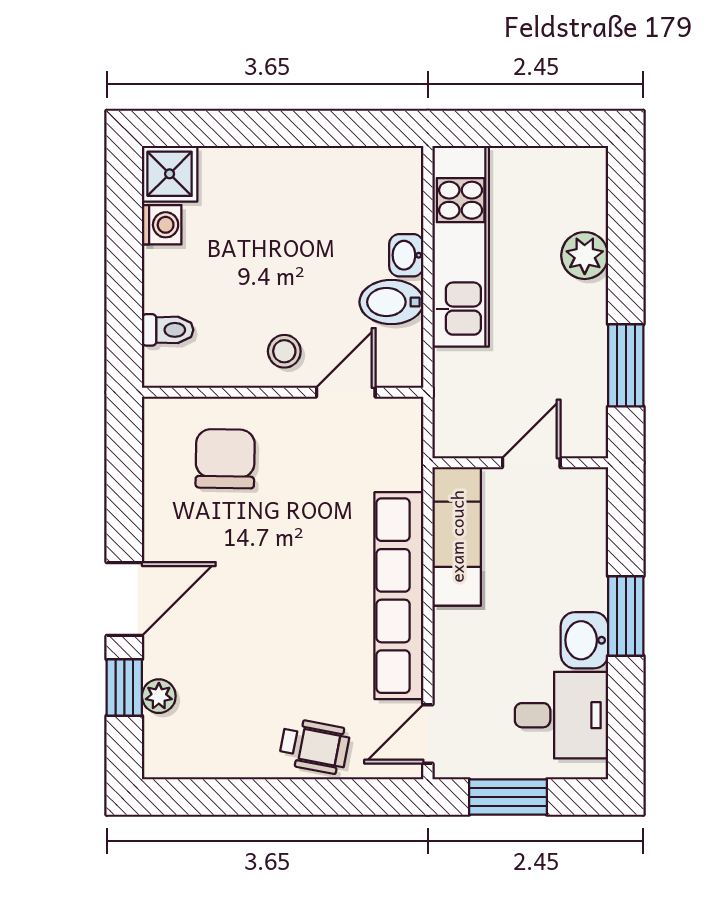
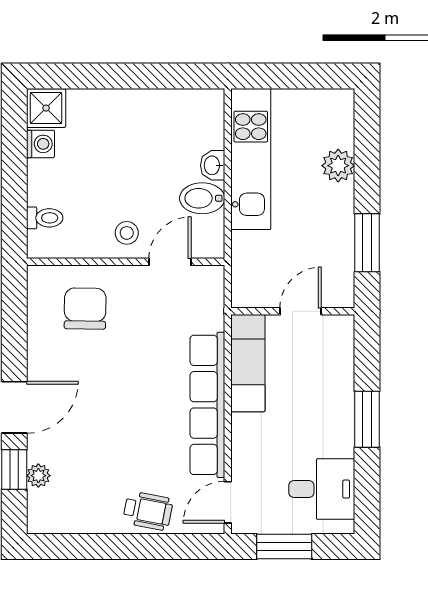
washbasin: (584, 640) -> (338, 436), removed

